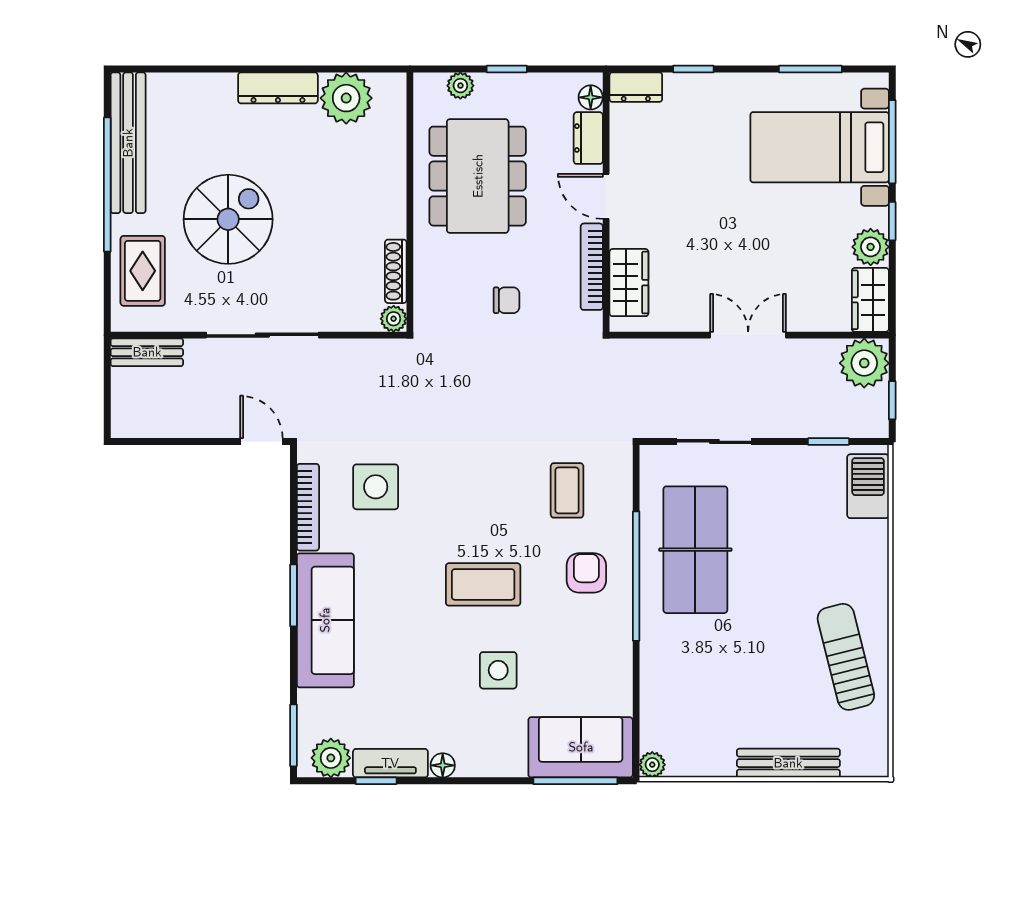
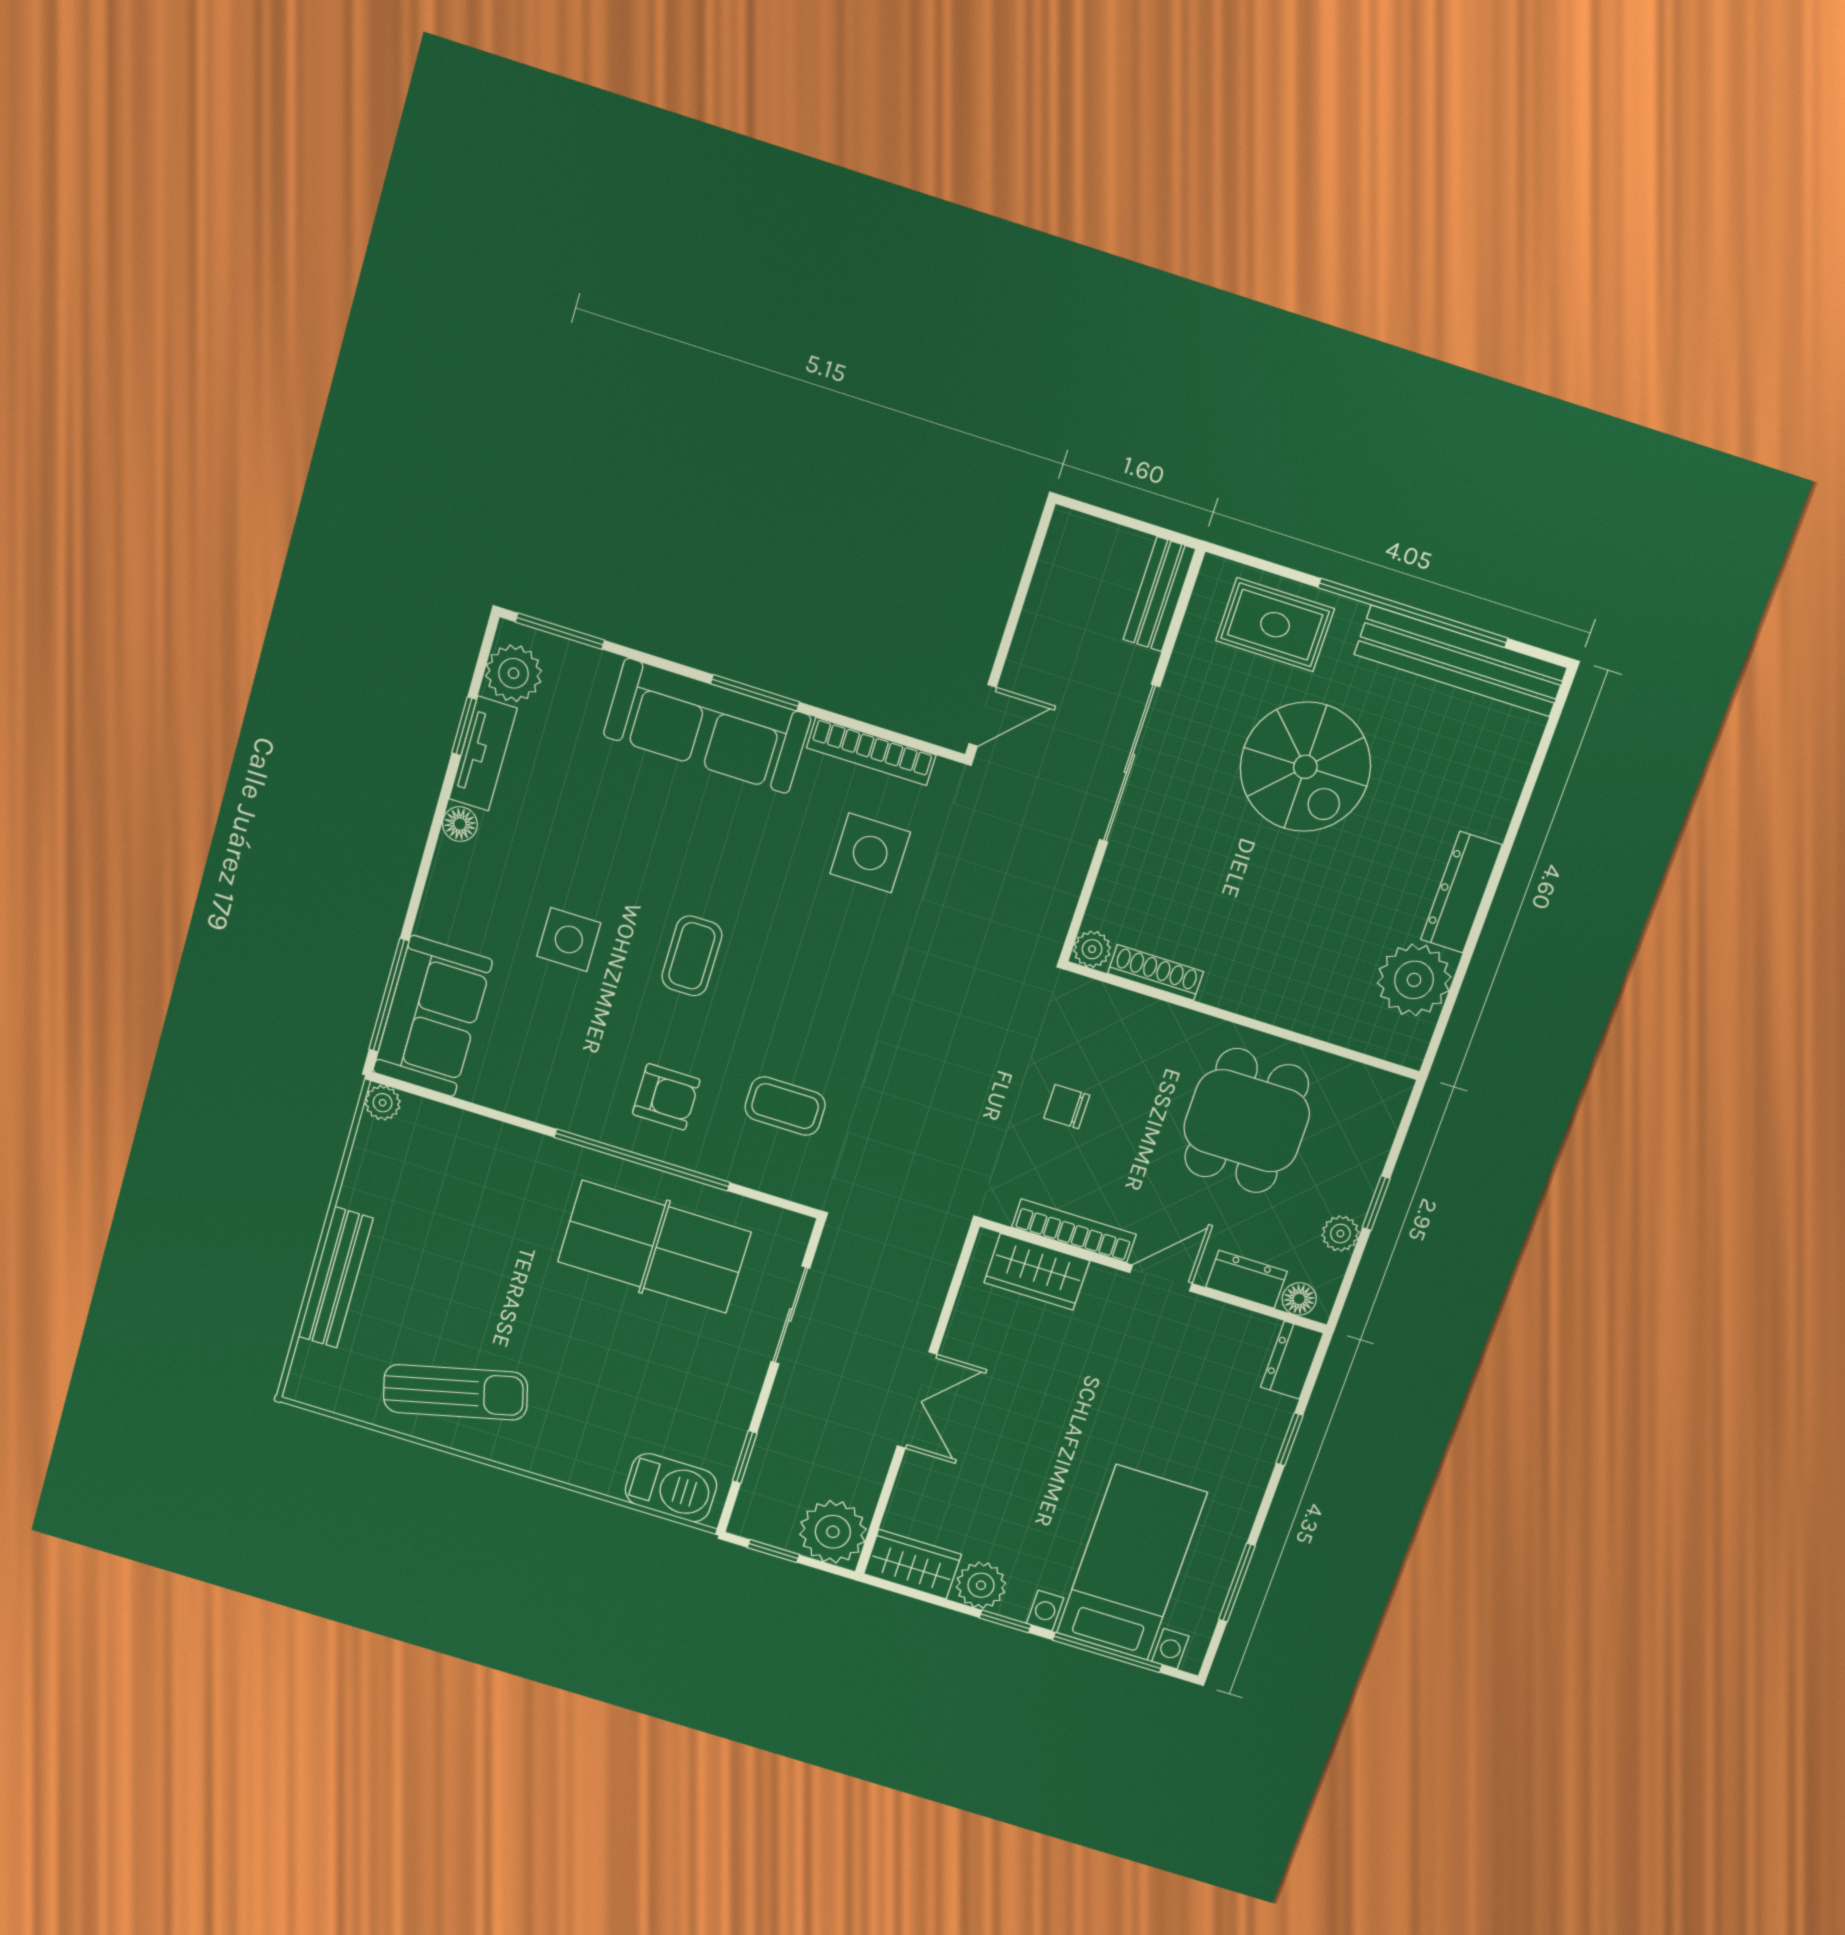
plant: (460, 86) -> (1340, 1234), moved
dining table: (478, 176) -> (1247, 1121), width x0.73
chair: (507, 300) -> (1067, 1107), turned 90
coffee table: (483, 584) -> (692, 956), width x0.73, depth x0.77

